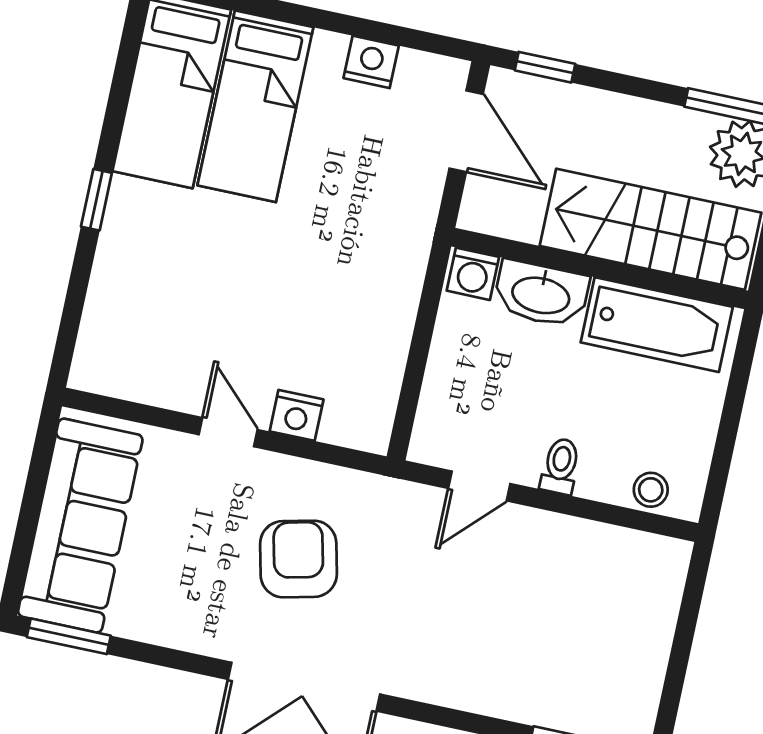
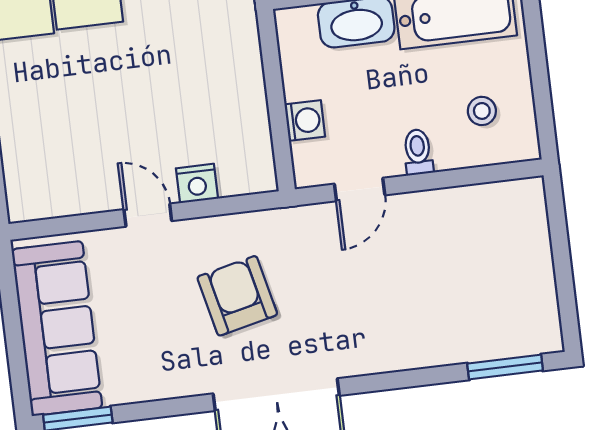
washing machine: (473, 274) -> (305, 121), moved, turned -90
stool: (651, 490) -> (482, 111), moved

